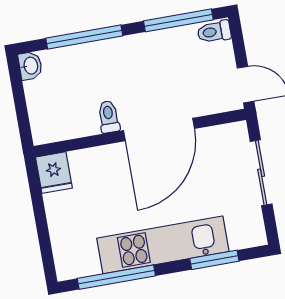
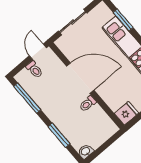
toilet: (214, 32) -> (34, 70), moved
window: (84, 37) -> (59, 135), width x0.69

